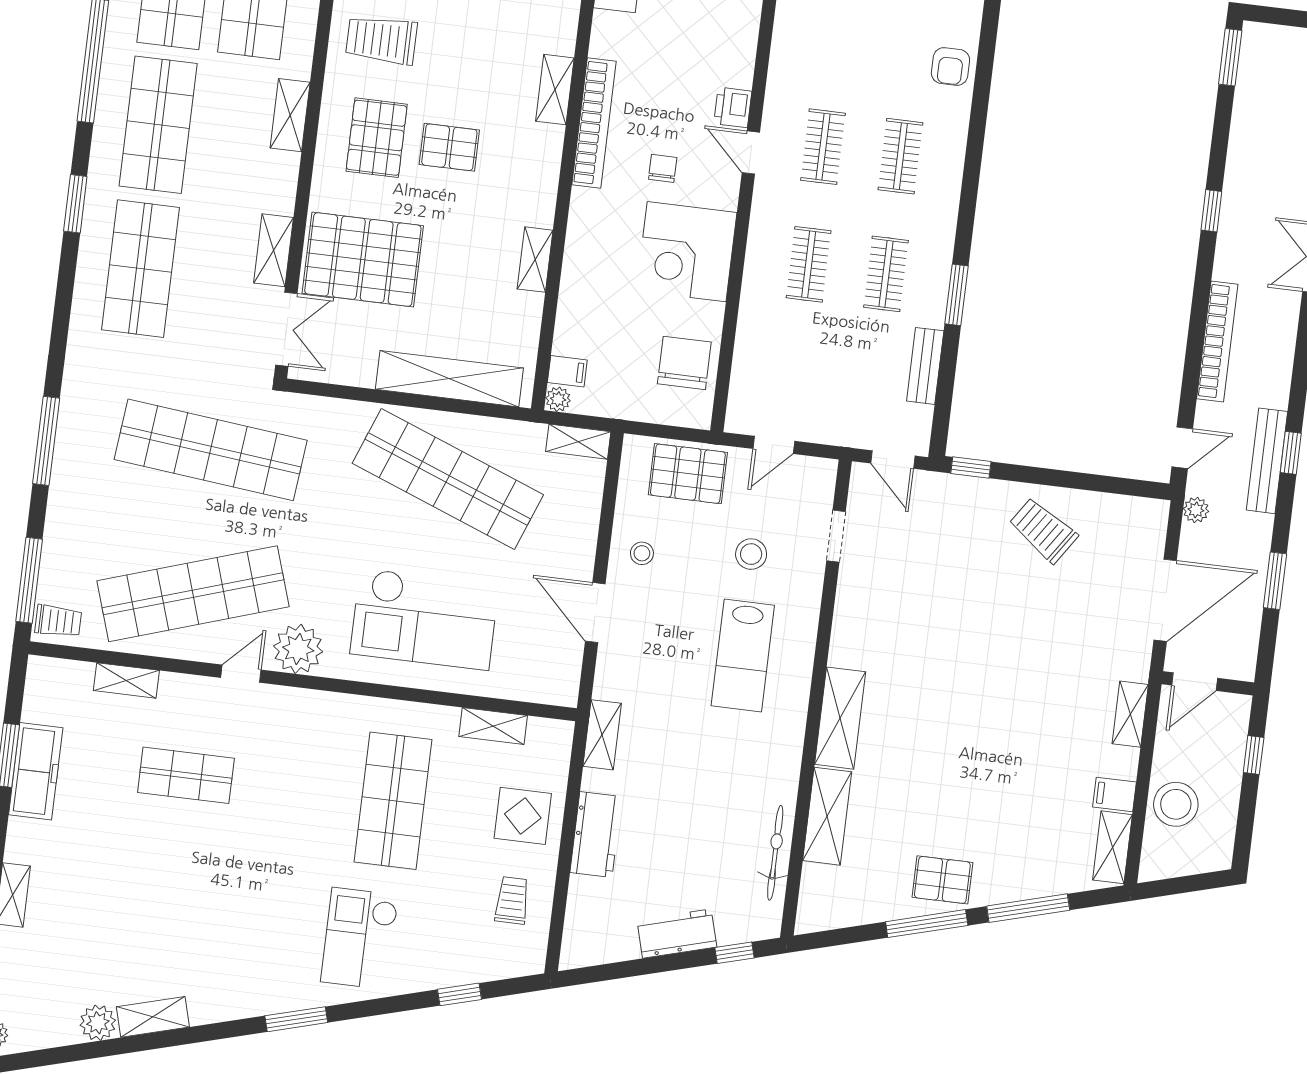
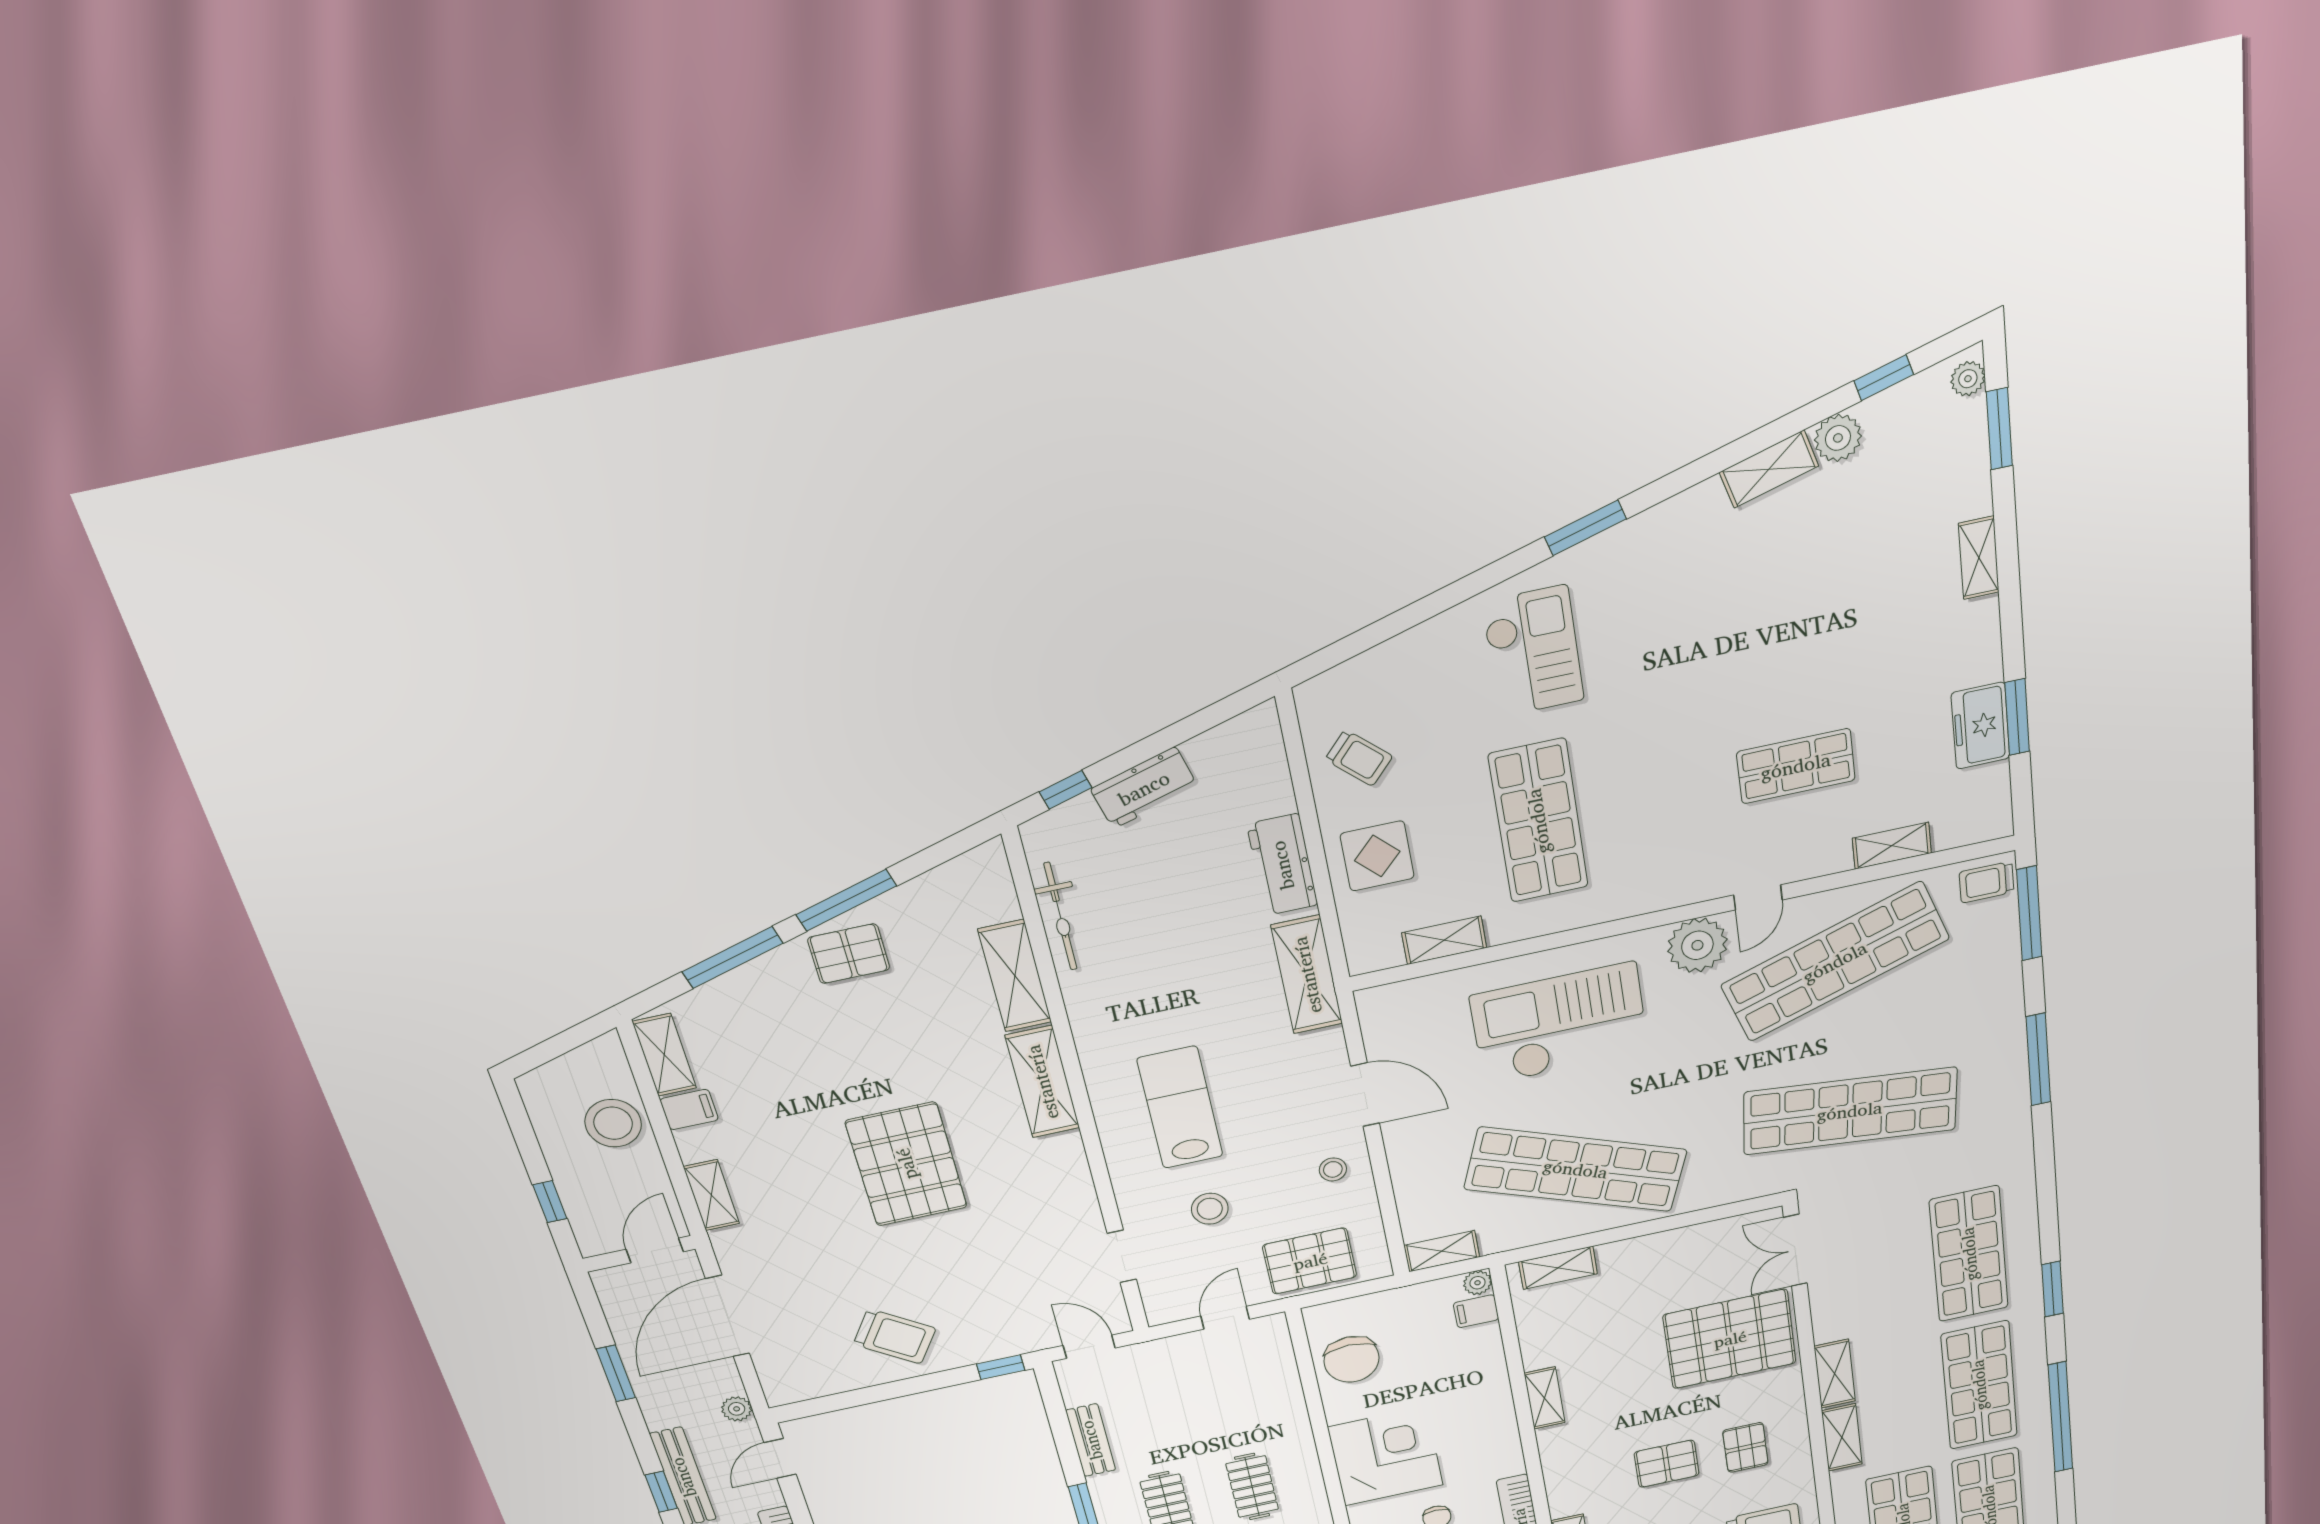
pallet: (377, 138) -> (1745, 1447), width x0.67, depth x0.71
shelving: (274, 250) -> (1835, 1374), moved
shelving: (449, 379) -> (1558, 1268), width x0.45, depth x0.75
pallet: (971, 685) -> (906, 1164), added
shelving: (602, 735) -> (1307, 975), width x1.50, depth x1.33
freezer: (36, 771) -> (1980, 726), width x0.71
trolley: (512, 900) -> (1359, 758), turned -47
window: (460, 994) -> (1884, 378), moved

